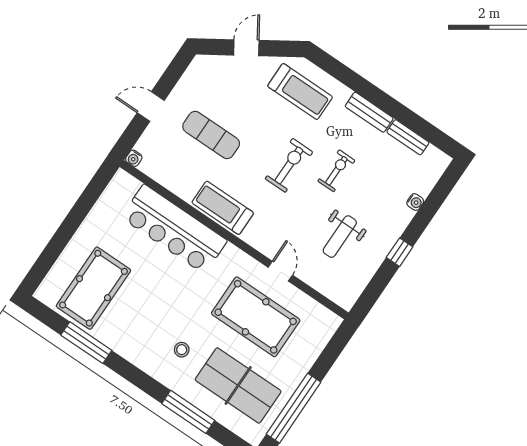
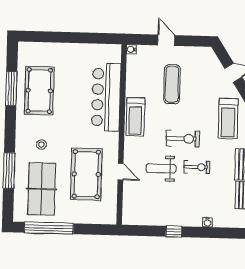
treadmill: (223, 208) -> (135, 117), turned 180
weight bench: (340, 237) -> (161, 168), moved
door: (280, 271) -> (121, 172), hinge flipped
pool table: (93, 288) -> (39, 91), moved, turned 90

